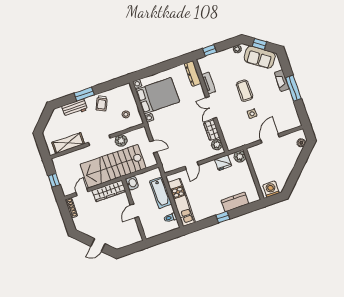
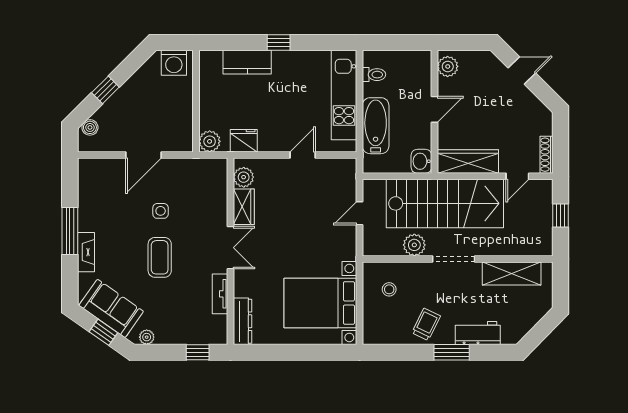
door: (154, 147) -> (359, 213), hinge flipped
window: (300, 164) -> (105, 90), added
plant: (135, 234) -> (448, 66), added

